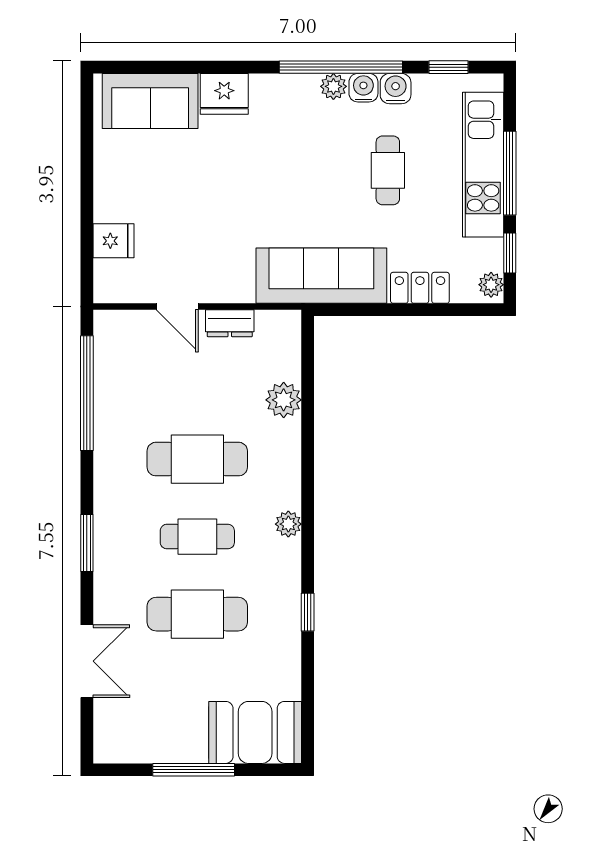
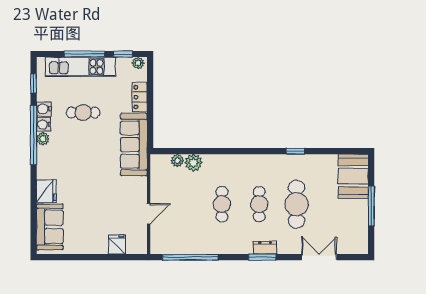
dresser: (230, 323) -> (265, 248), moved, turned -90
cafe table: (197, 459) -> (222, 204), width x0.73, depth x0.74
plant: (288, 524) -> (177, 160), moved

